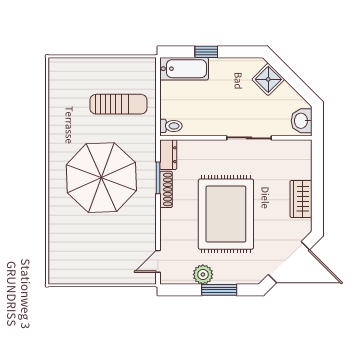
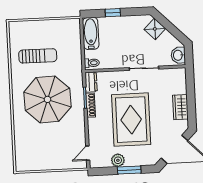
bathtub: (184, 69) -> (91, 33), moved, turned -90
sun lounger: (118, 104) -> (38, 56), moved

